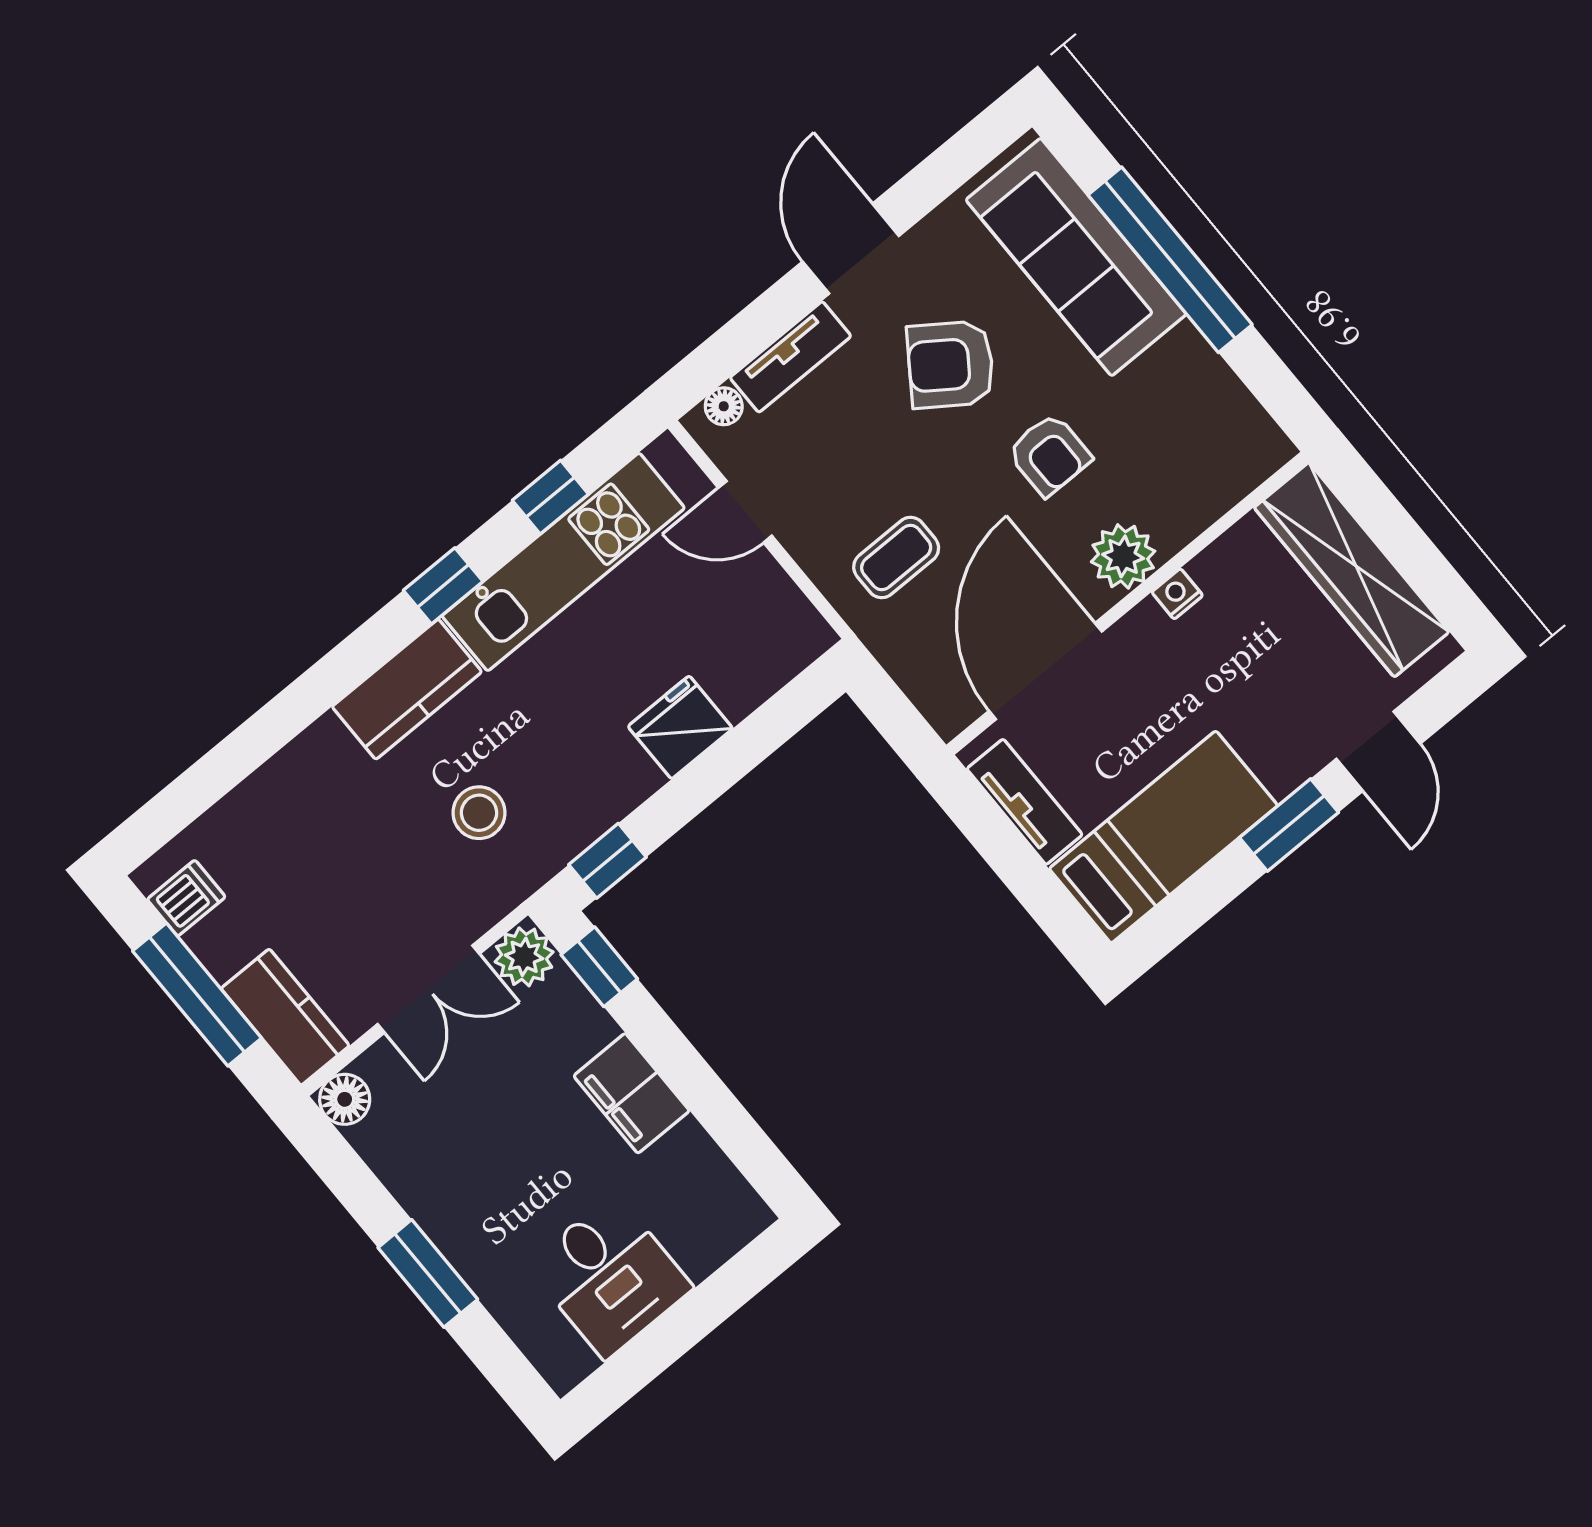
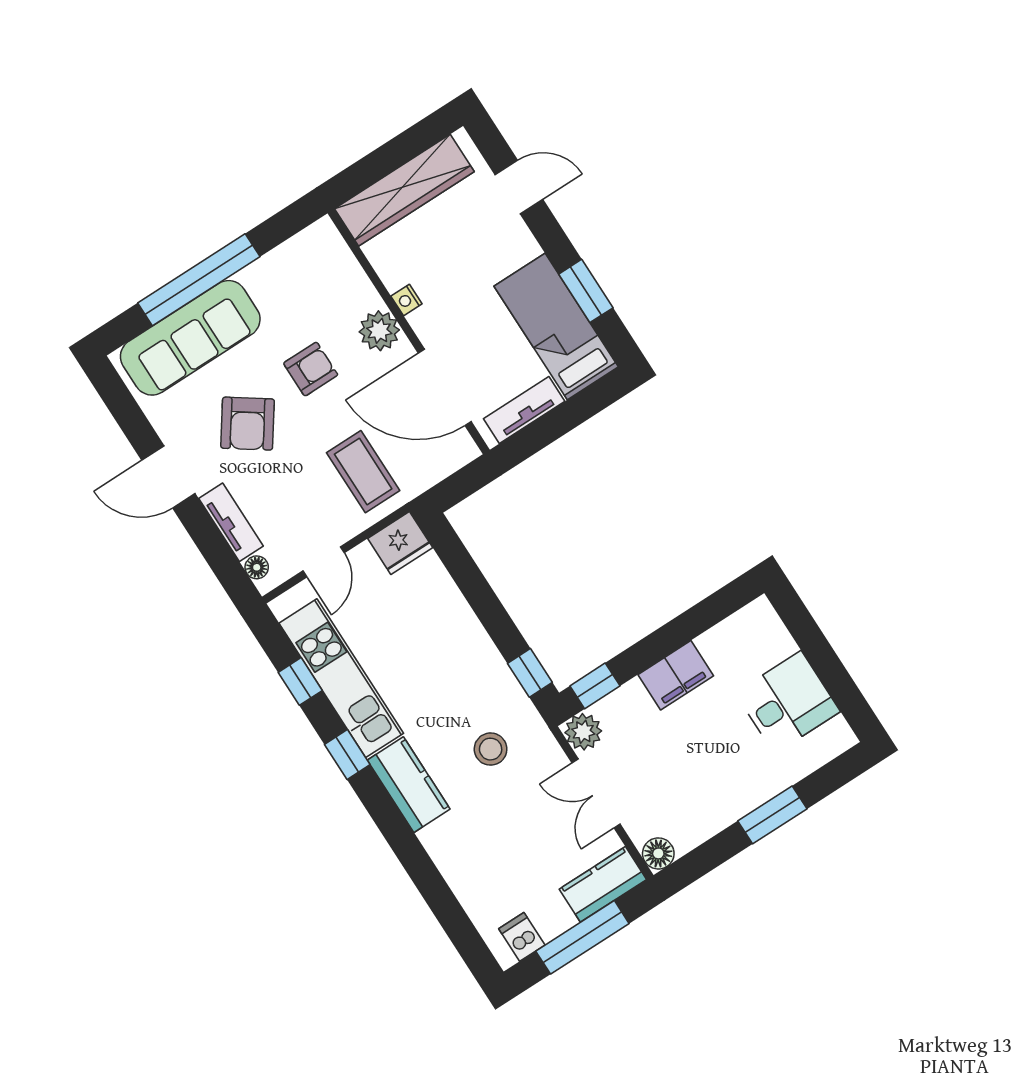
coffee table: (896, 558) -> (363, 472), width x1.36, depth x1.30
fridge: (680, 727) -> (400, 543), moved, turned -90
window: (1289, 825) -> (586, 291), moved
double door: (428, 989) -> (596, 793), swing flipped

